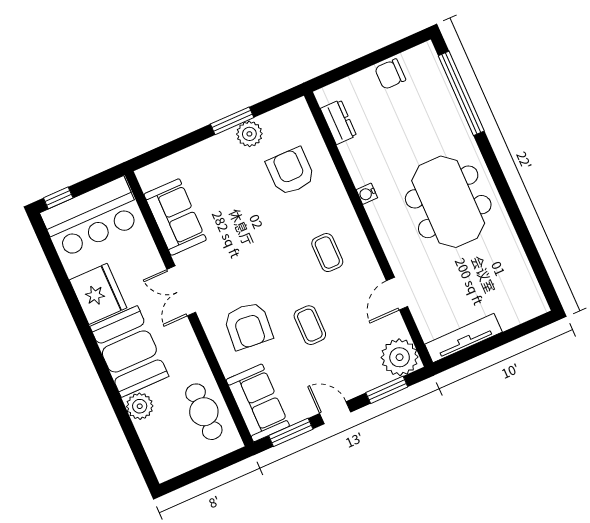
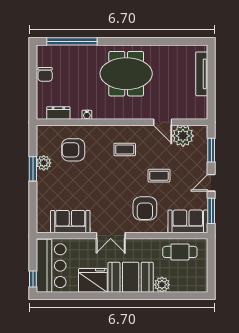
water cooler: (367, 194) -> (87, 115), moved
armchair: (248, 326) -> (145, 208), turned 85
tv unit: (463, 338) -> (202, 74), moved
plant: (400, 357) -> (183, 136), moved

